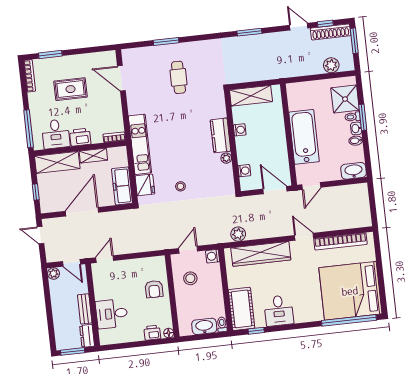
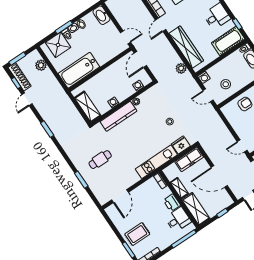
rug: (71, 89) -> (137, 234), moved, turned 90
kitchen counter: (221, 135) -> (118, 116), width x1.50
bathtub: (304, 137) -> (79, 70), moved

